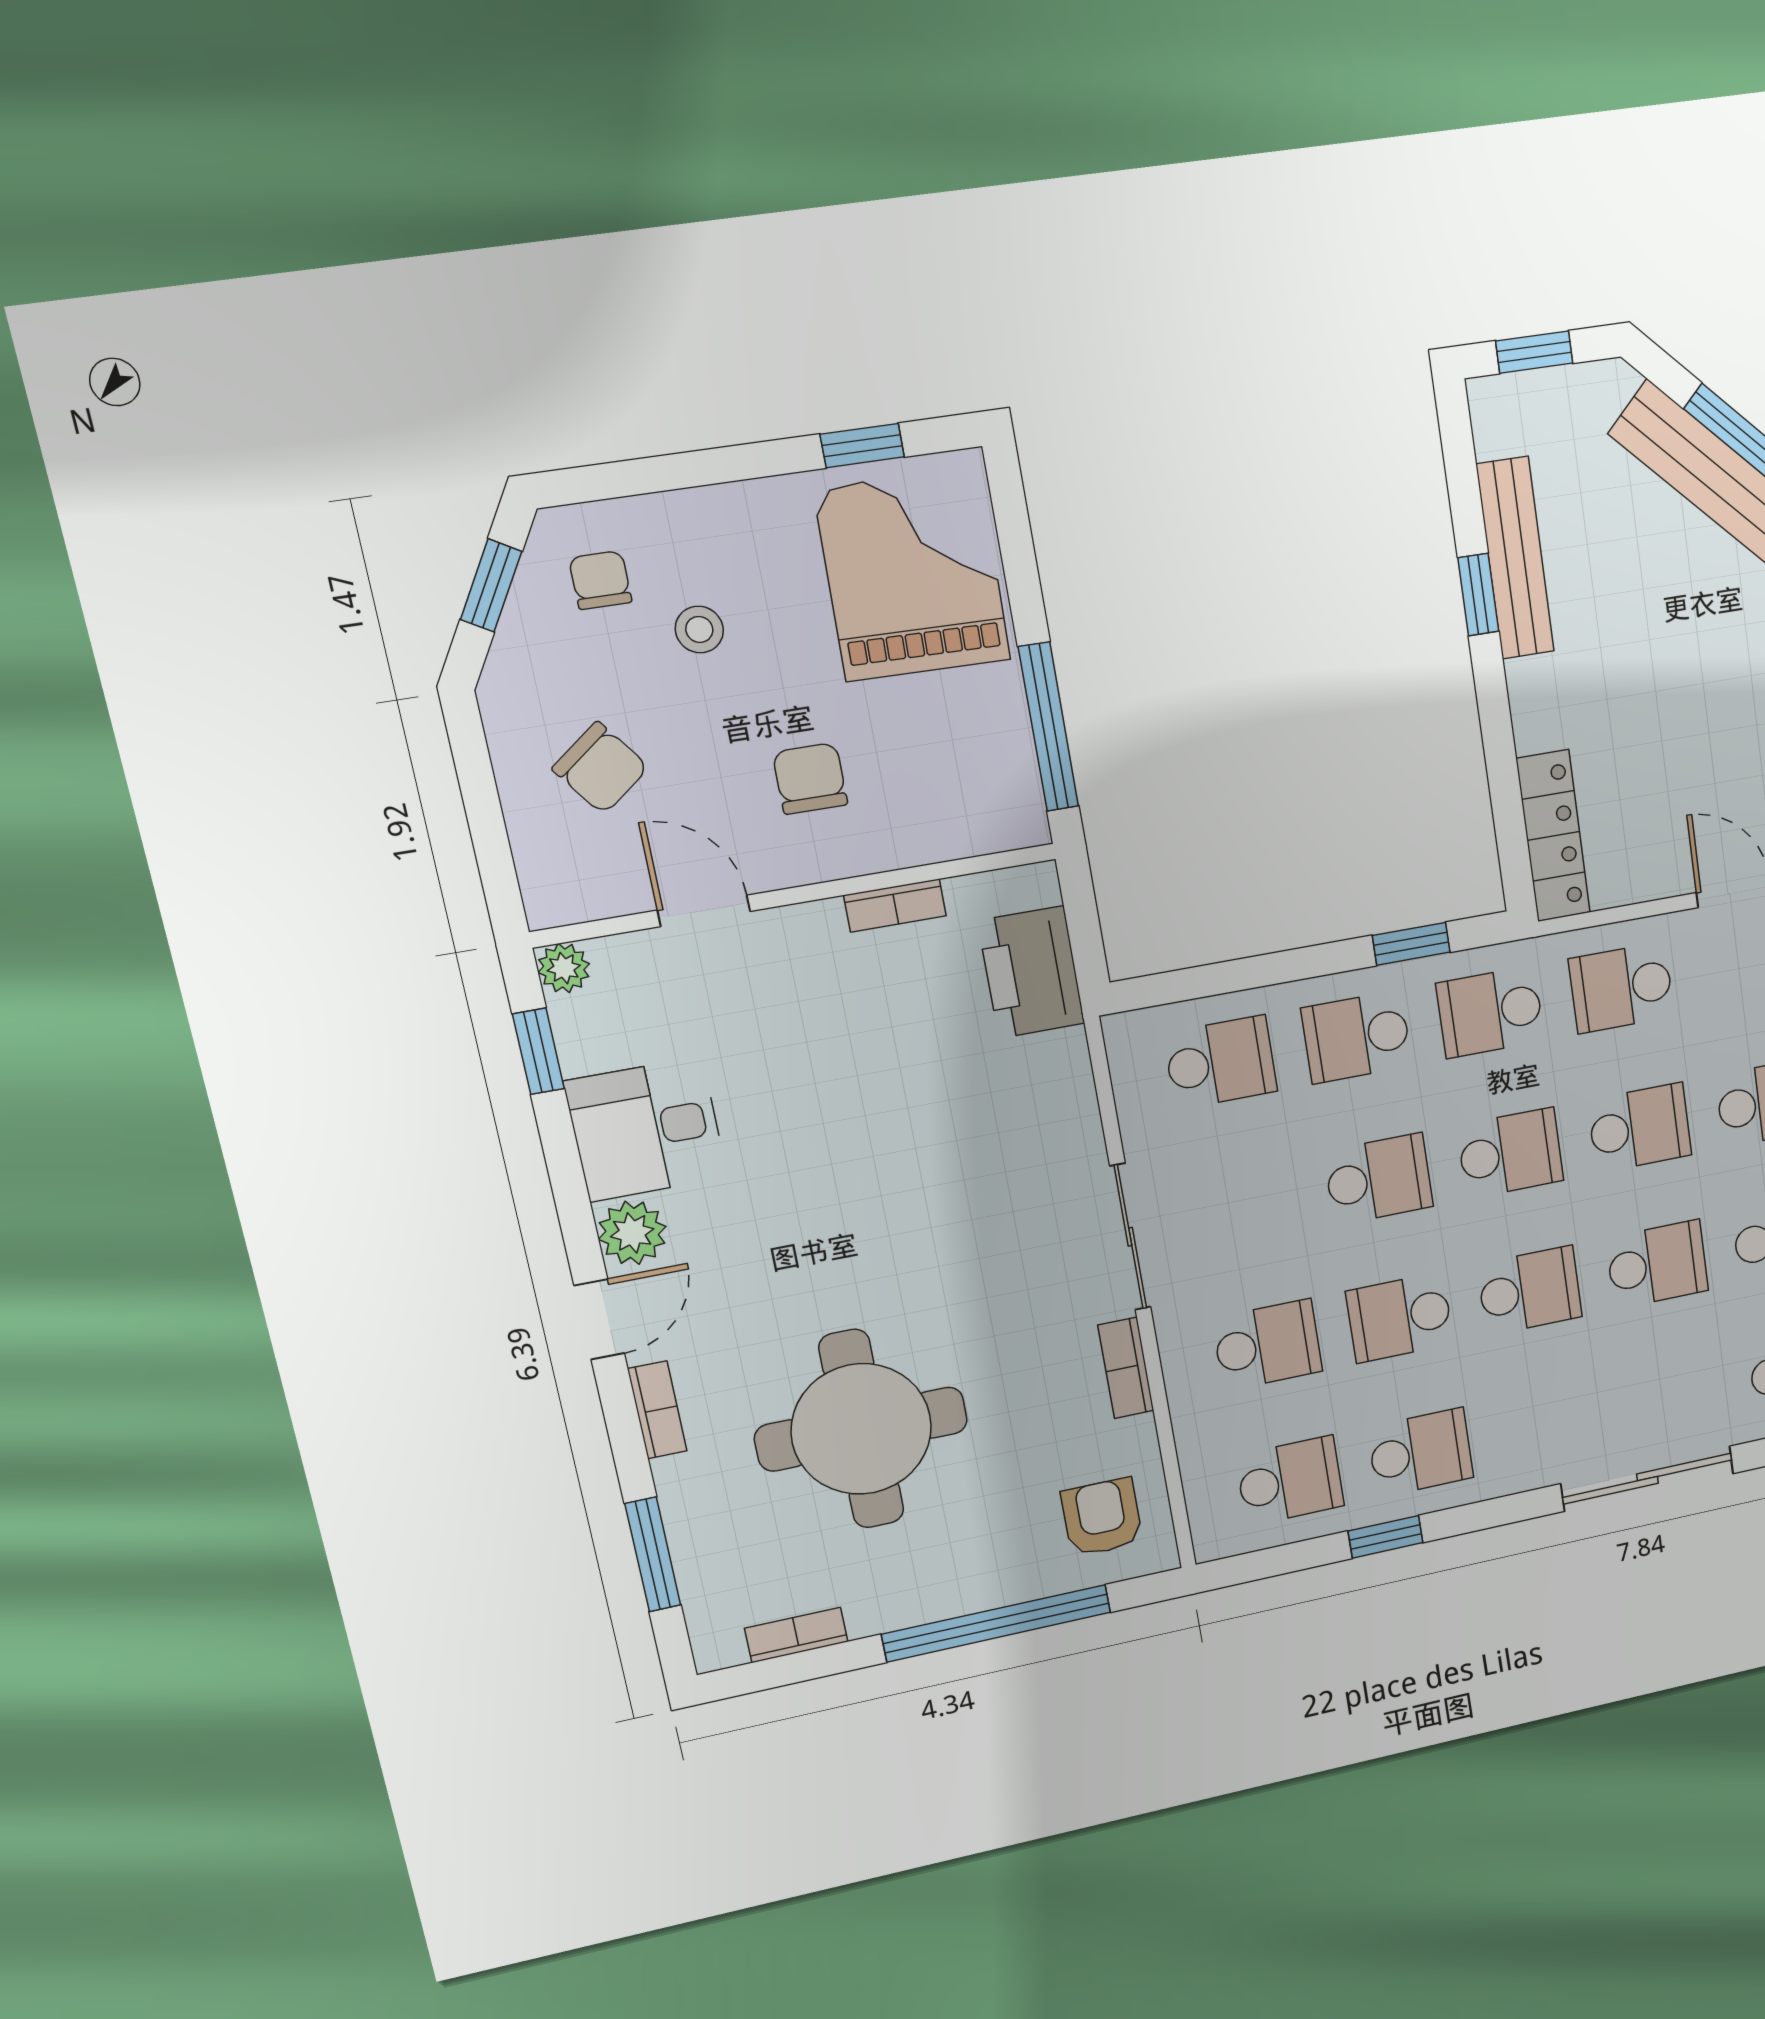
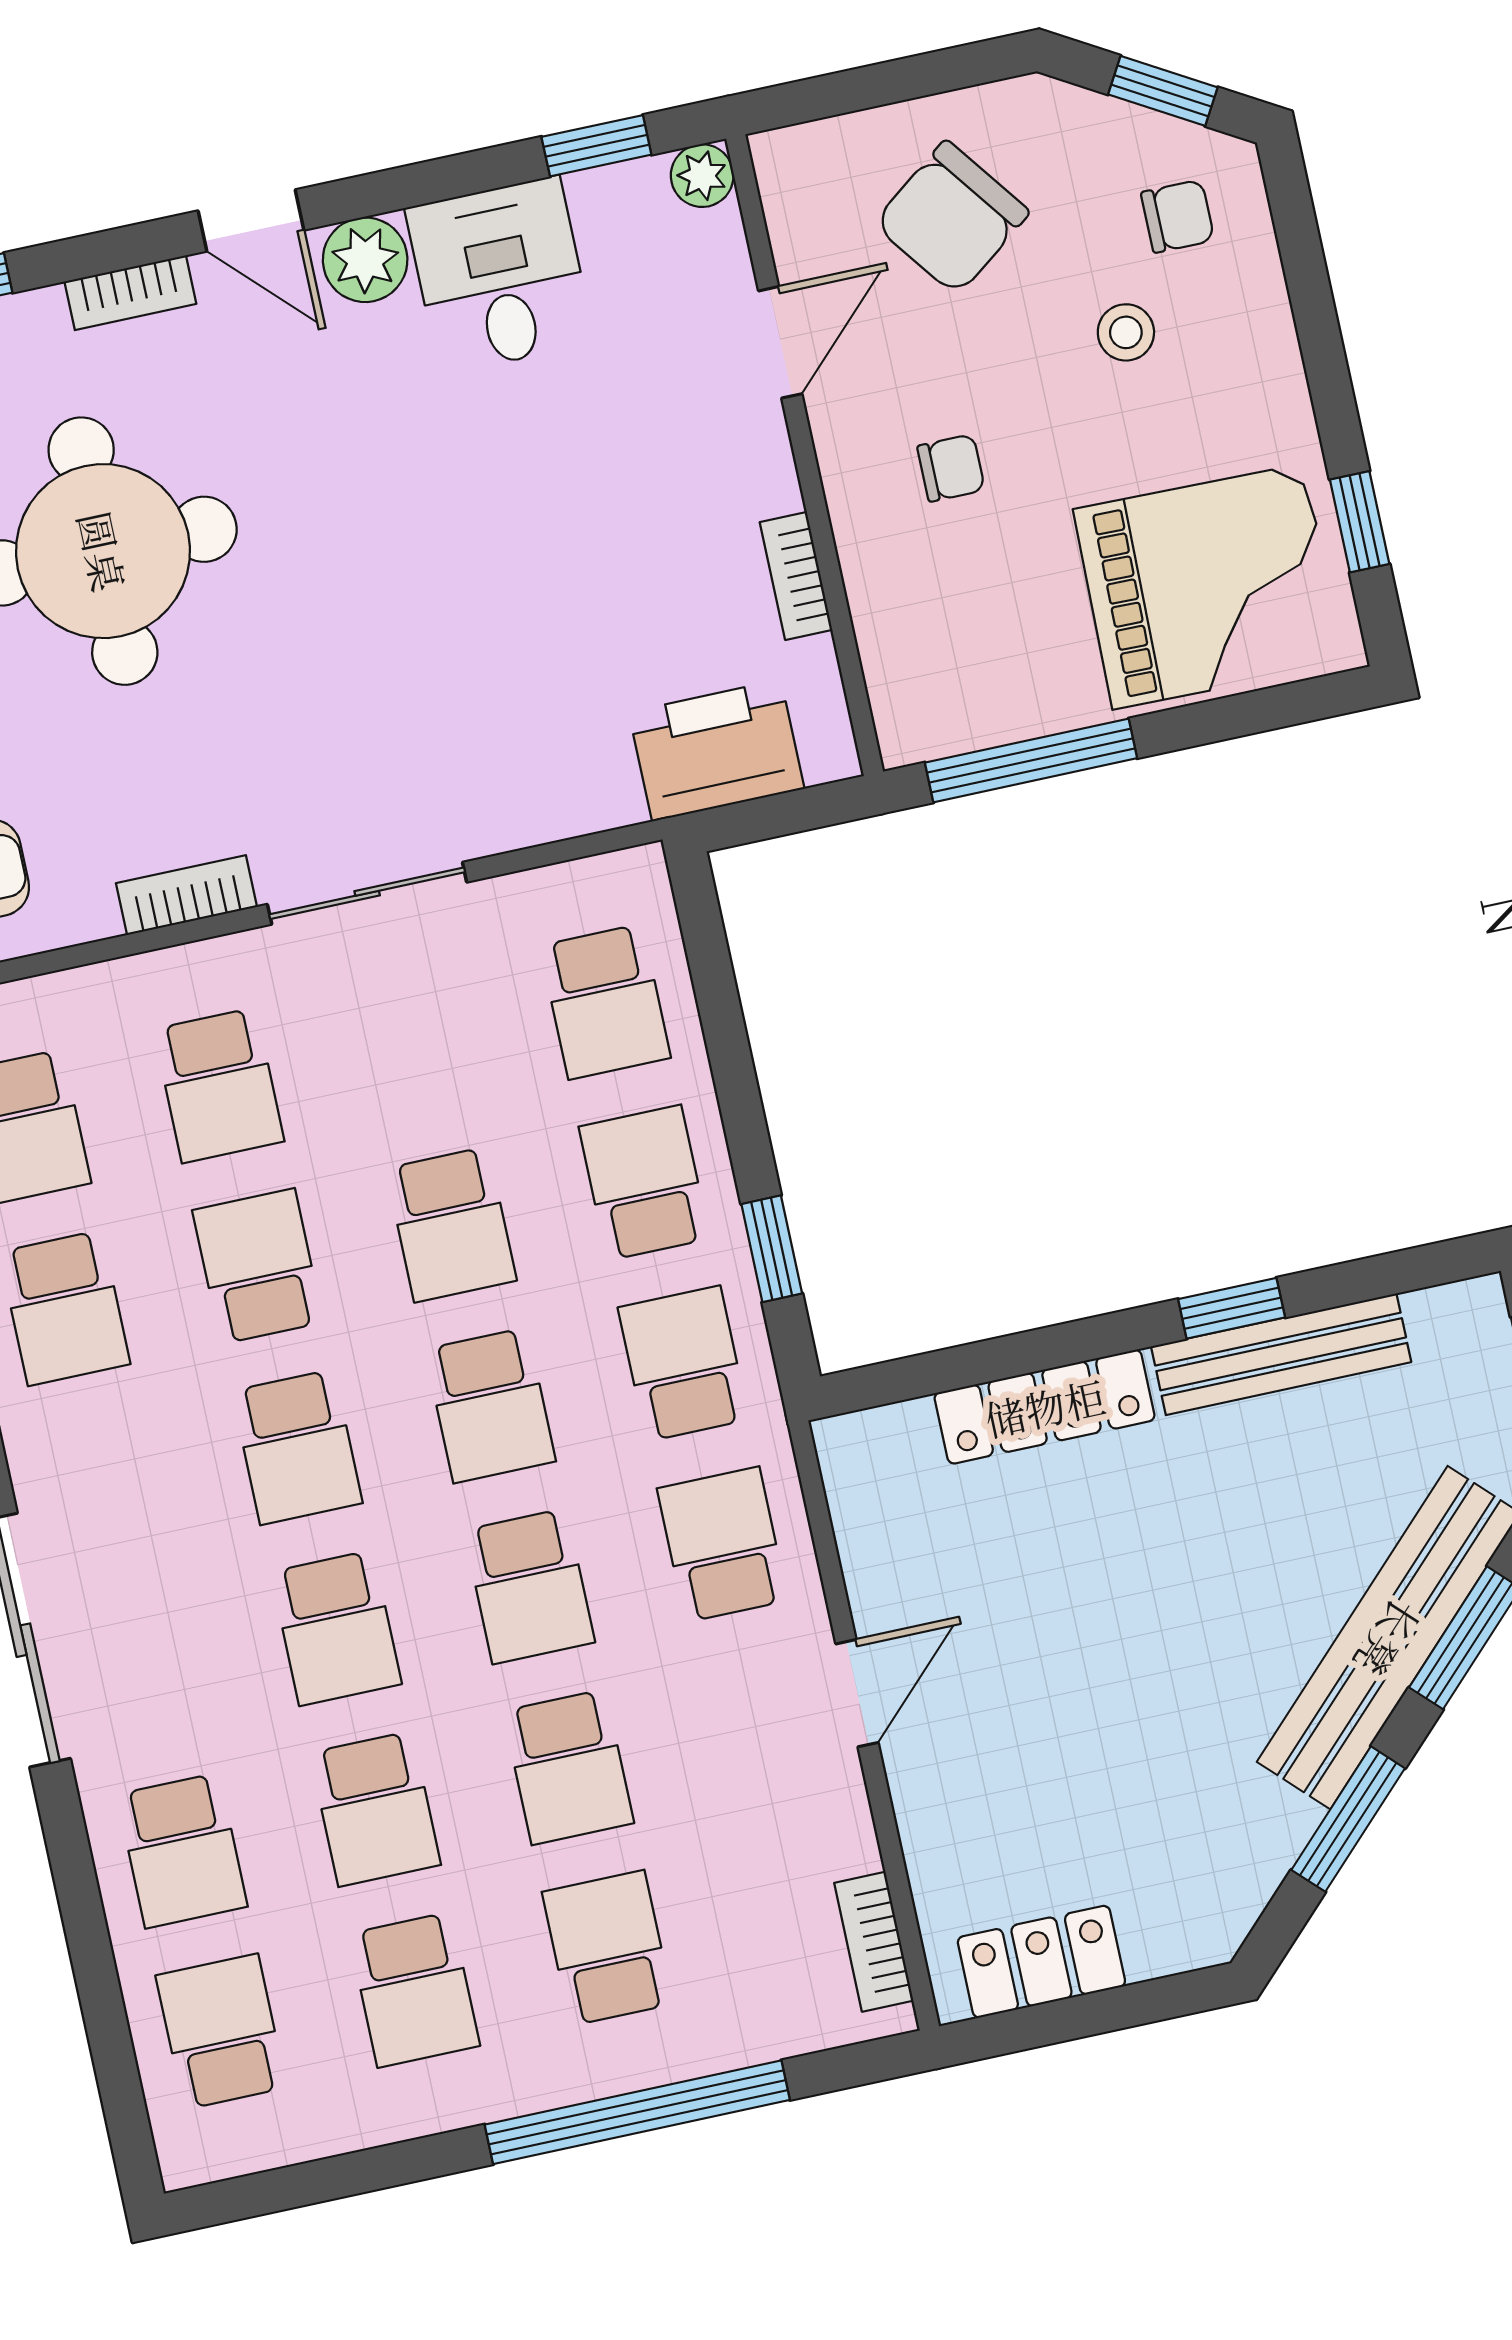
chair: (601, 768) -> (951, 218), width x1.37, depth x1.37
chair: (810, 779) -> (951, 468), width x0.73, depth x0.73
locker: (1553, 836) -> (1045, 1407), moved

